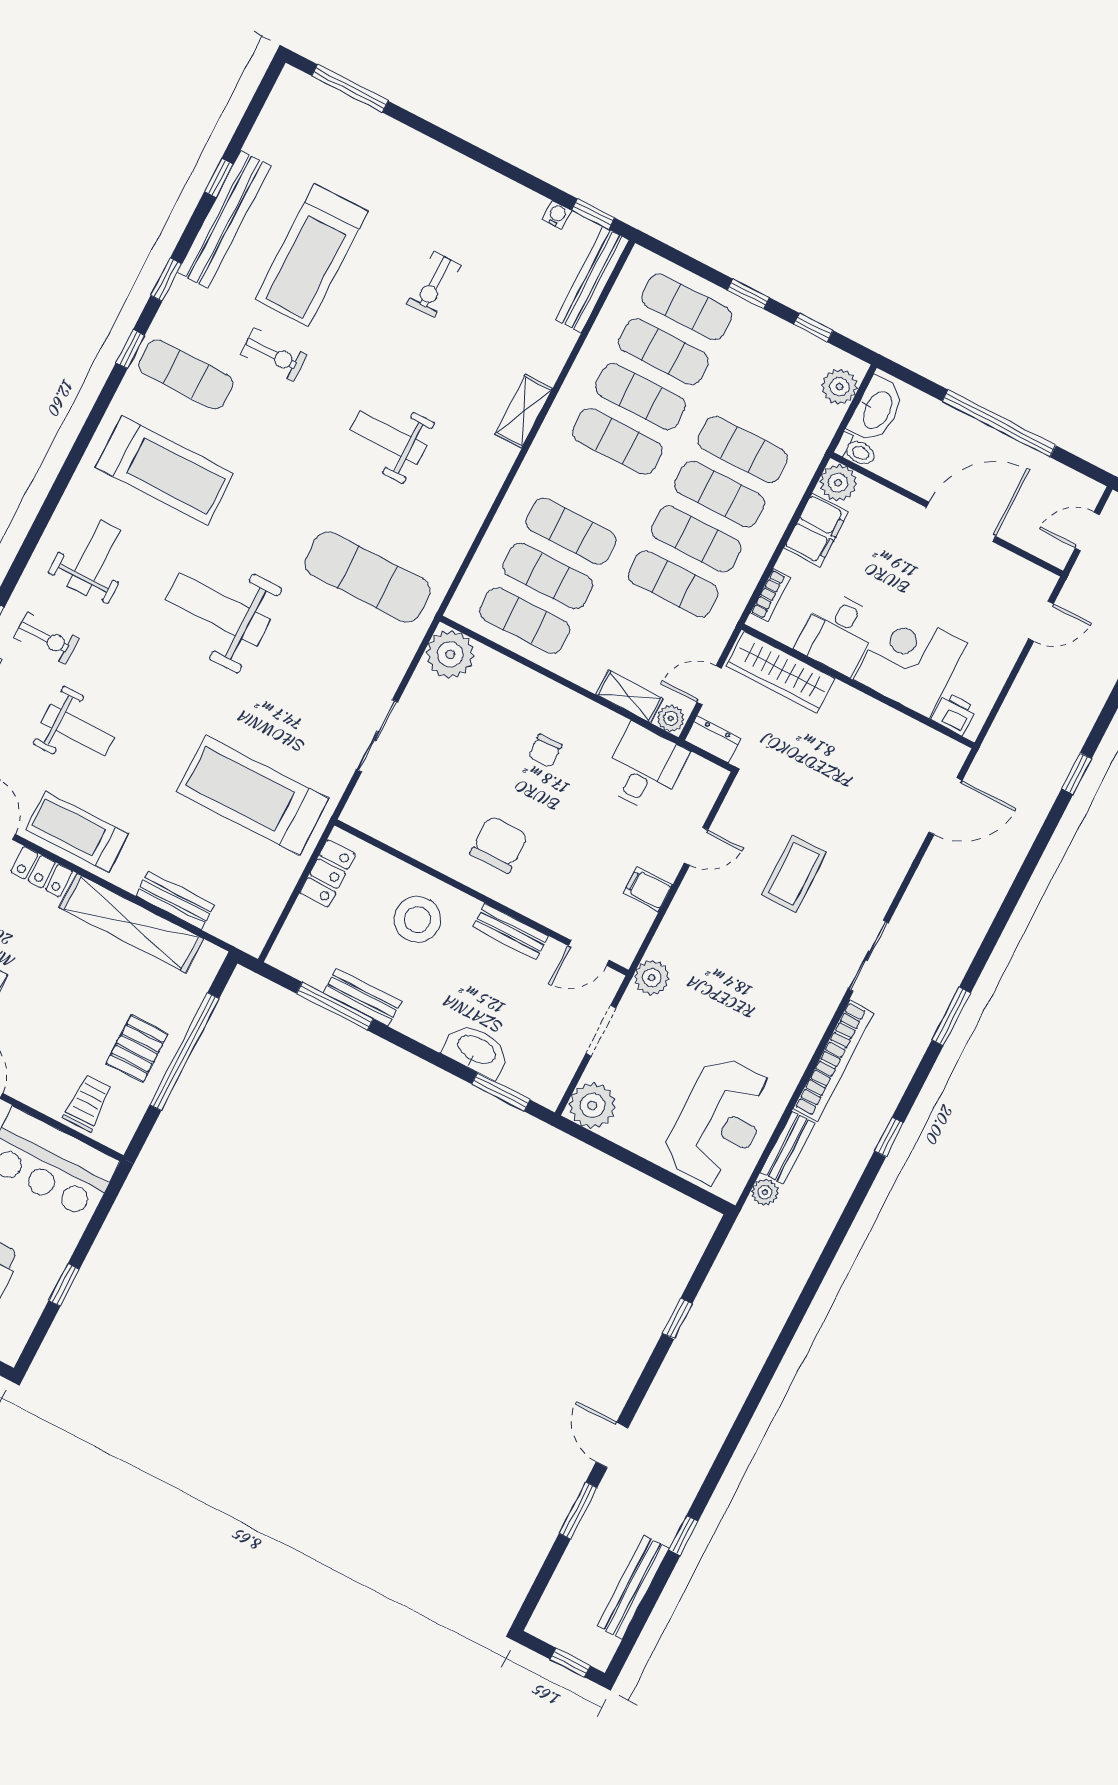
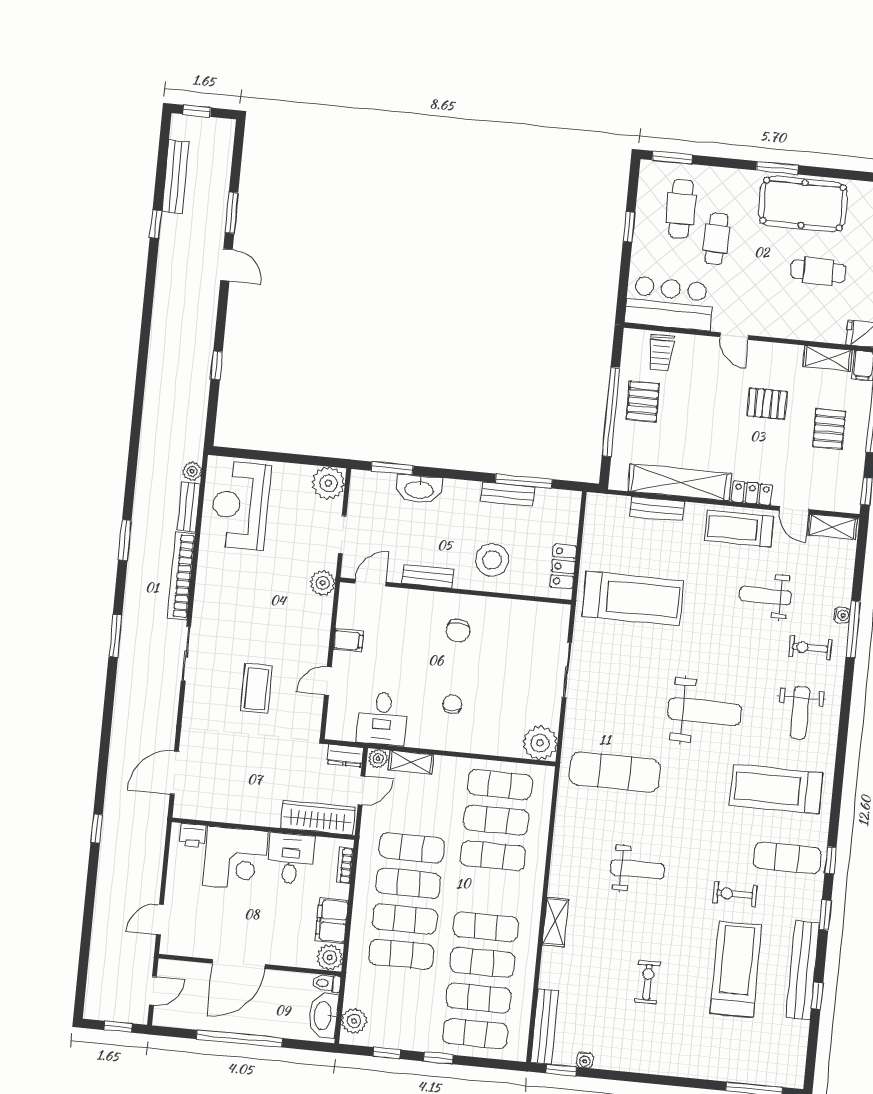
treadmill: (77, 832) -> (739, 529), turned 180
chair: (499, 844) -> (458, 631), width x0.73, depth x0.73
window: (889, 1137) -> (125, 540), width x1.50

